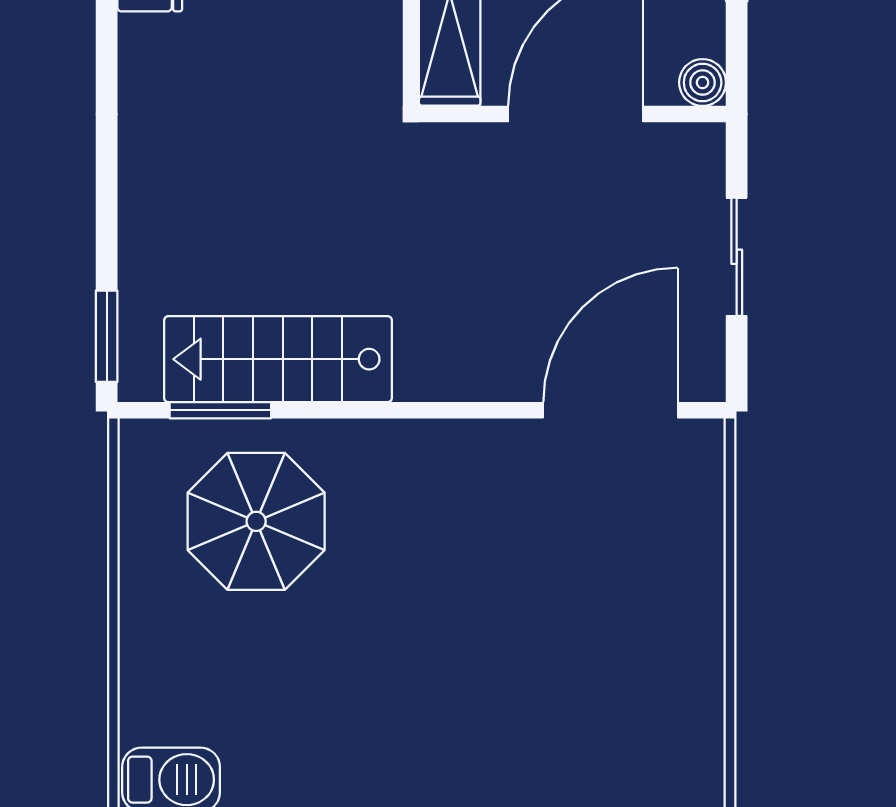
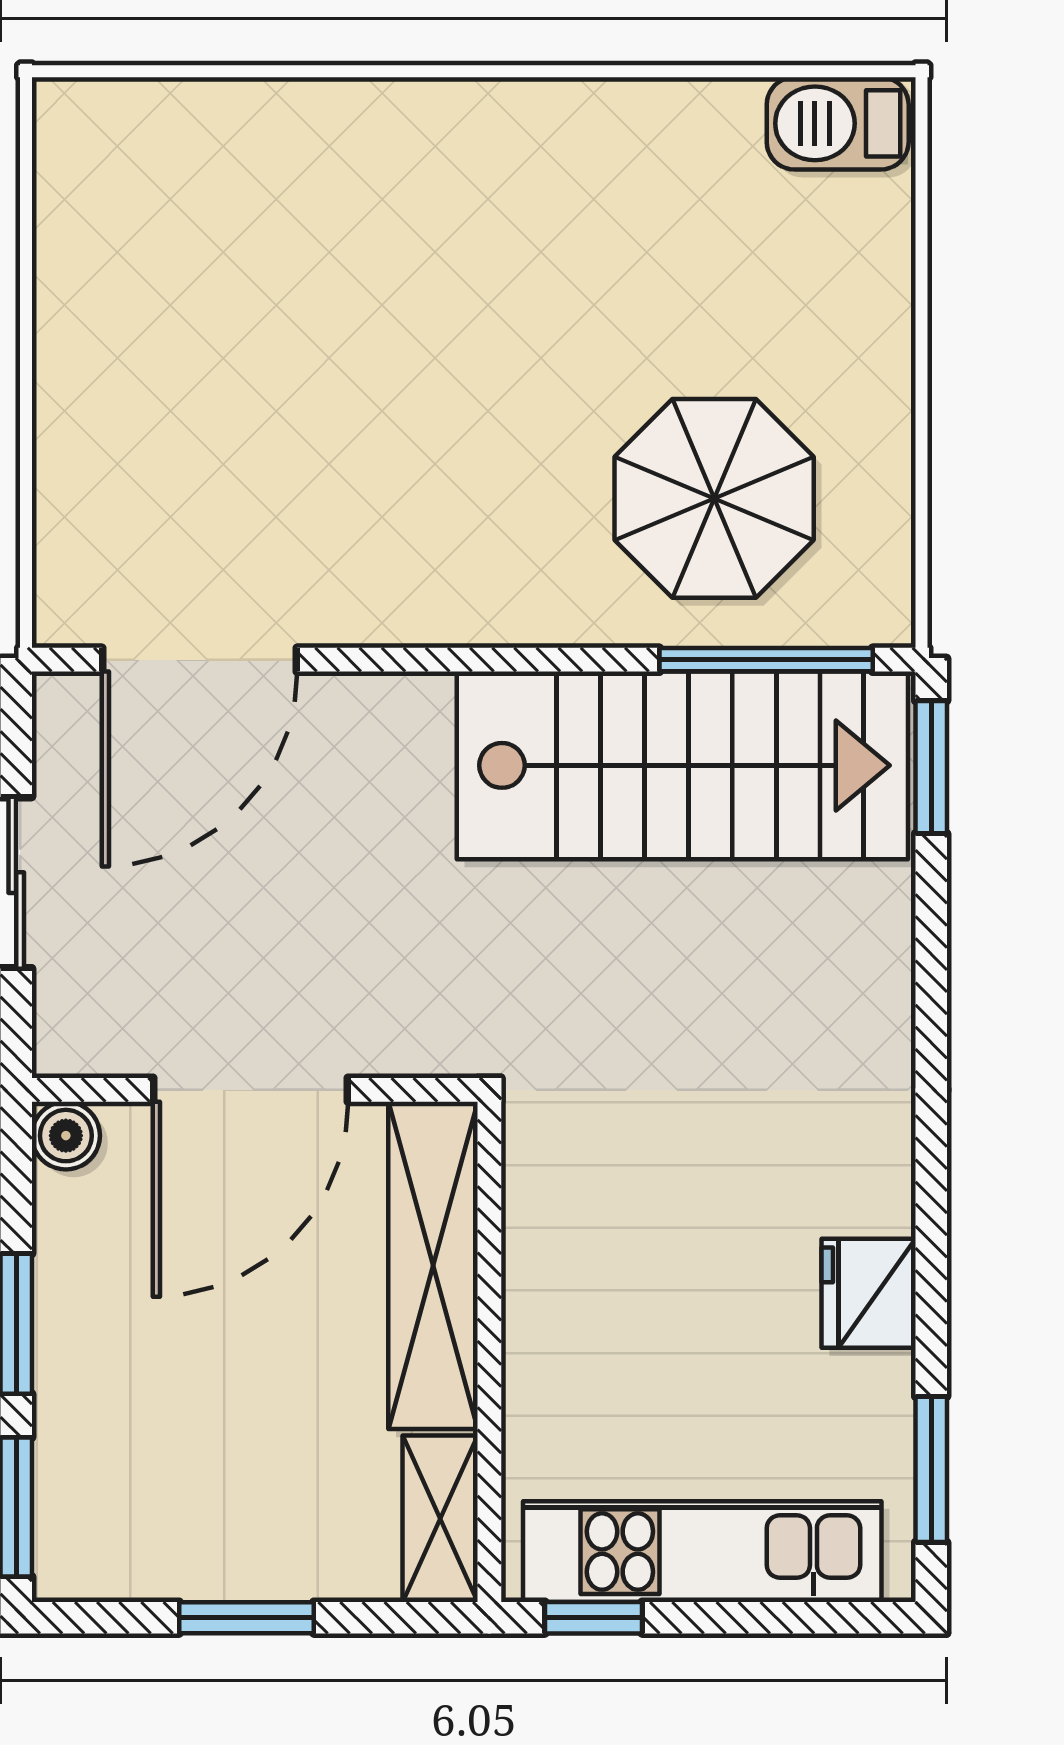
stairs: (278, 359) -> (682, 765), width x1.36, depth x1.51
window: (220, 410) -> (766, 660), width x1.44

